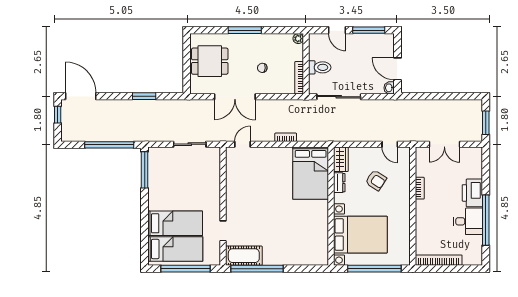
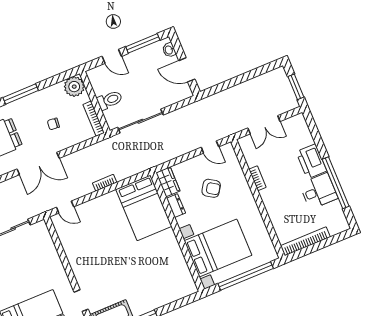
plant: (298, 39) -> (74, 87), width x1.88, depth x1.88
washbasin: (389, 88) -> (169, 50), moved
door: (243, 144) -> (65, 207), swing flipped

